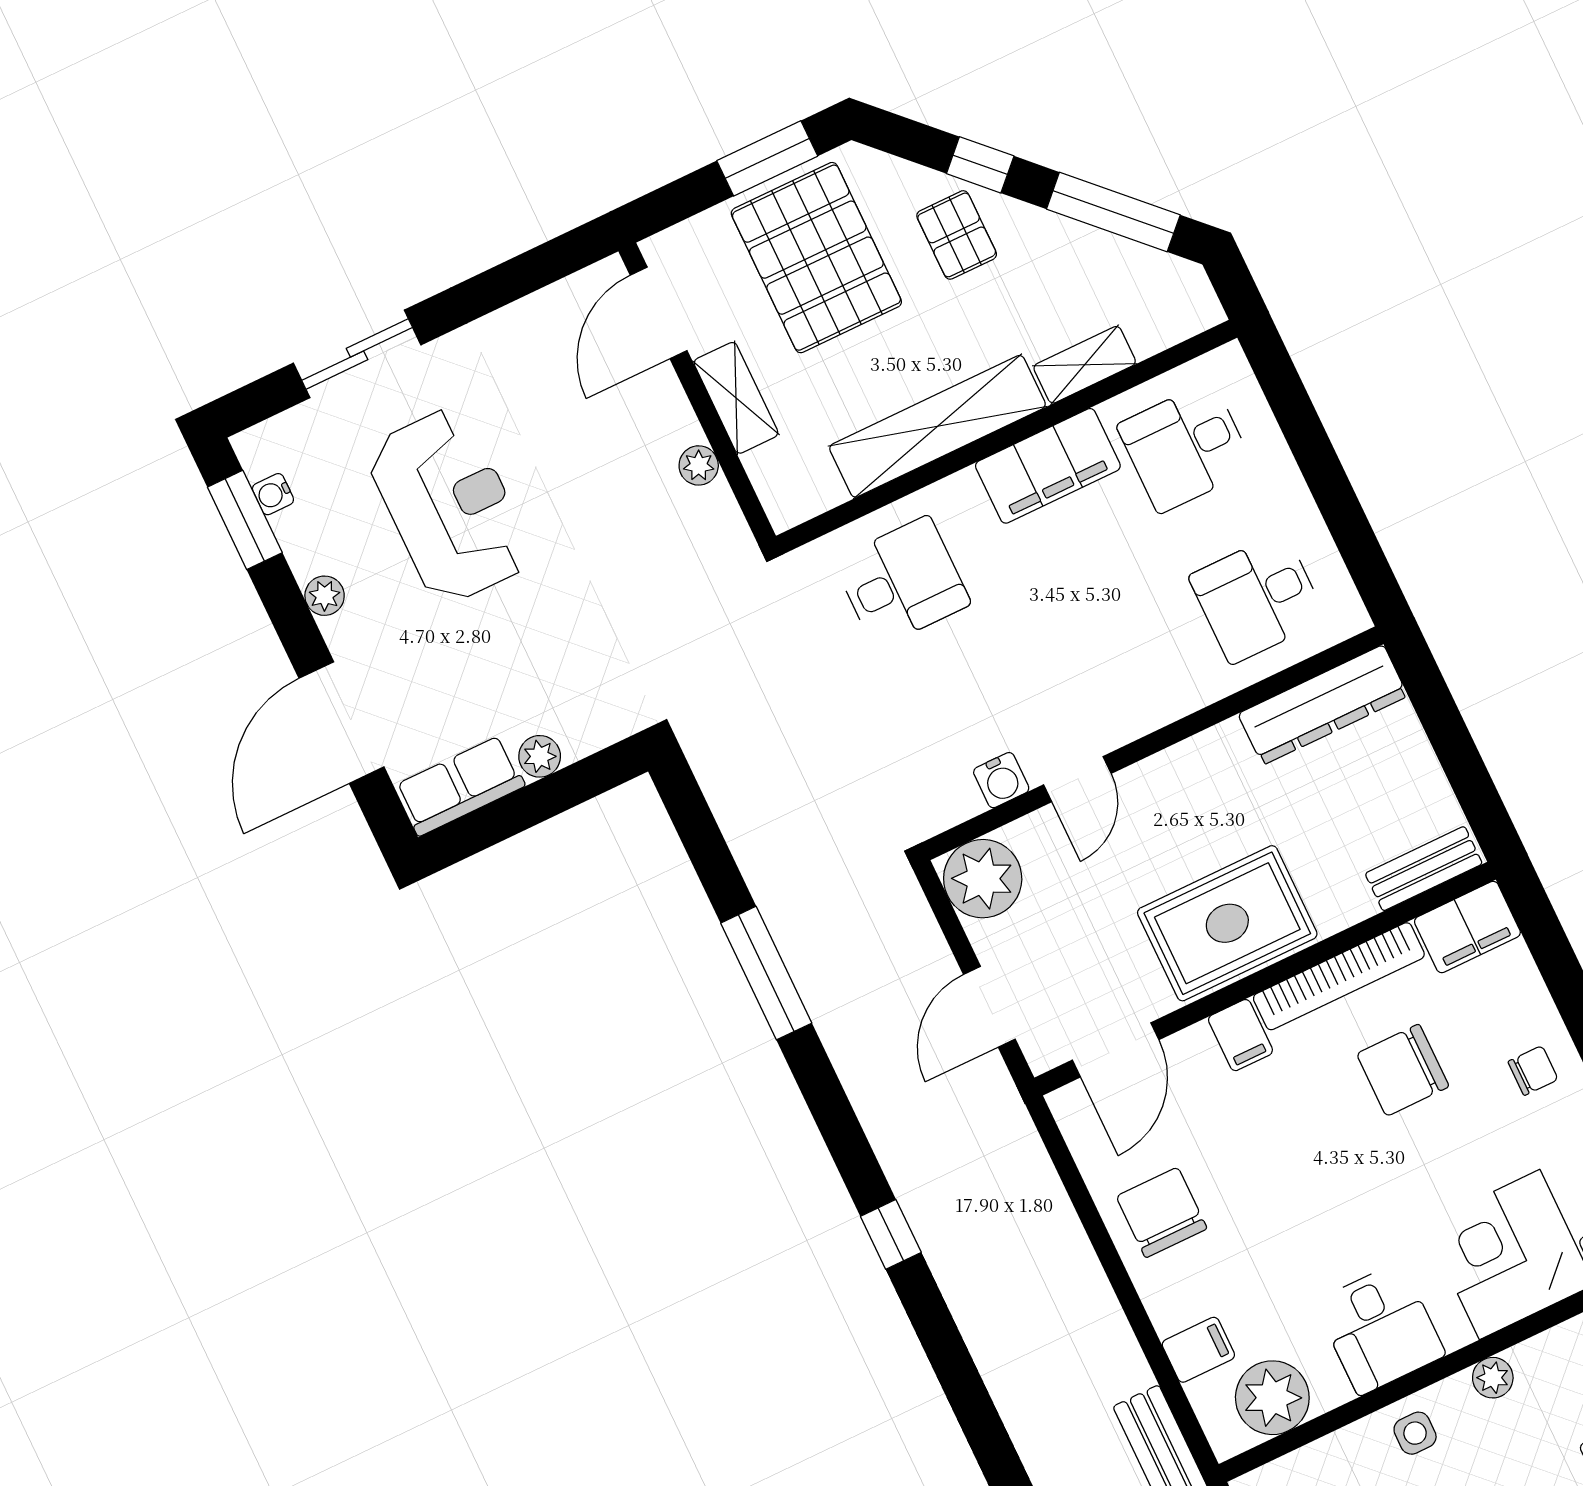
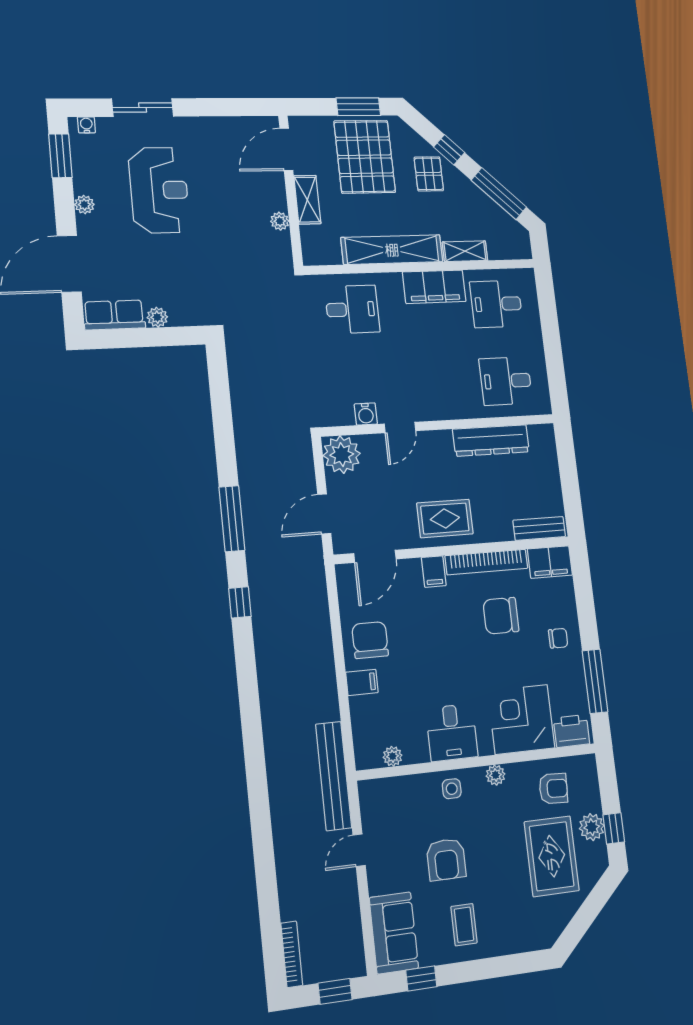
water cooler: (273, 494) -> (86, 125), moved, turned 90
dresser: (1323, 705) -> (491, 441), moved
rug: (1227, 923) -> (445, 518), width x0.73, depth x0.70
window: (766, 973) -> (232, 519), moved
filing cabinet: (1198, 1350) -> (362, 682), moved
plant: (1272, 1398) -> (393, 756), width x0.53, depth x0.53

